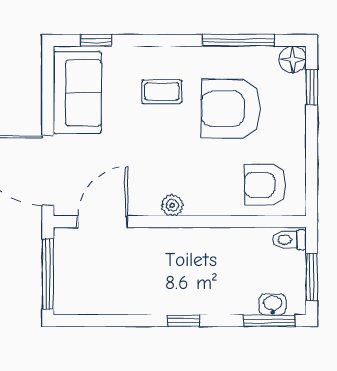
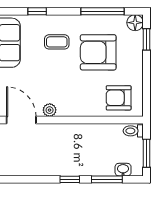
window: (96, 40) -> (37, 11), moved
plant: (172, 205) -> (50, 110), moved
door: (103, 222) -> (21, 120), hinge flipped
window: (269, 321) -> (107, 179), moved

